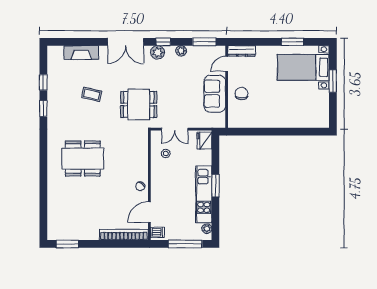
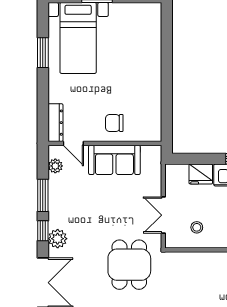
window: (204, 42) -> (43, 195), moved
plant: (181, 51) -> (55, 166), moved
double door: (175, 129) -> (163, 215), swing flipped
fridge: (204, 141) -> (201, 174), moved

